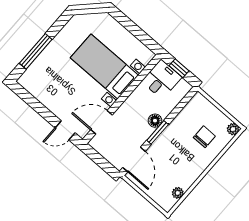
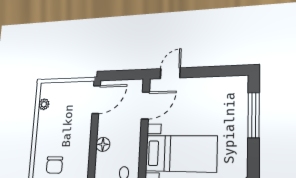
window: (158, 132) -> (94, 137), removed
door: (134, 159) -> (96, 100), swing flipped

